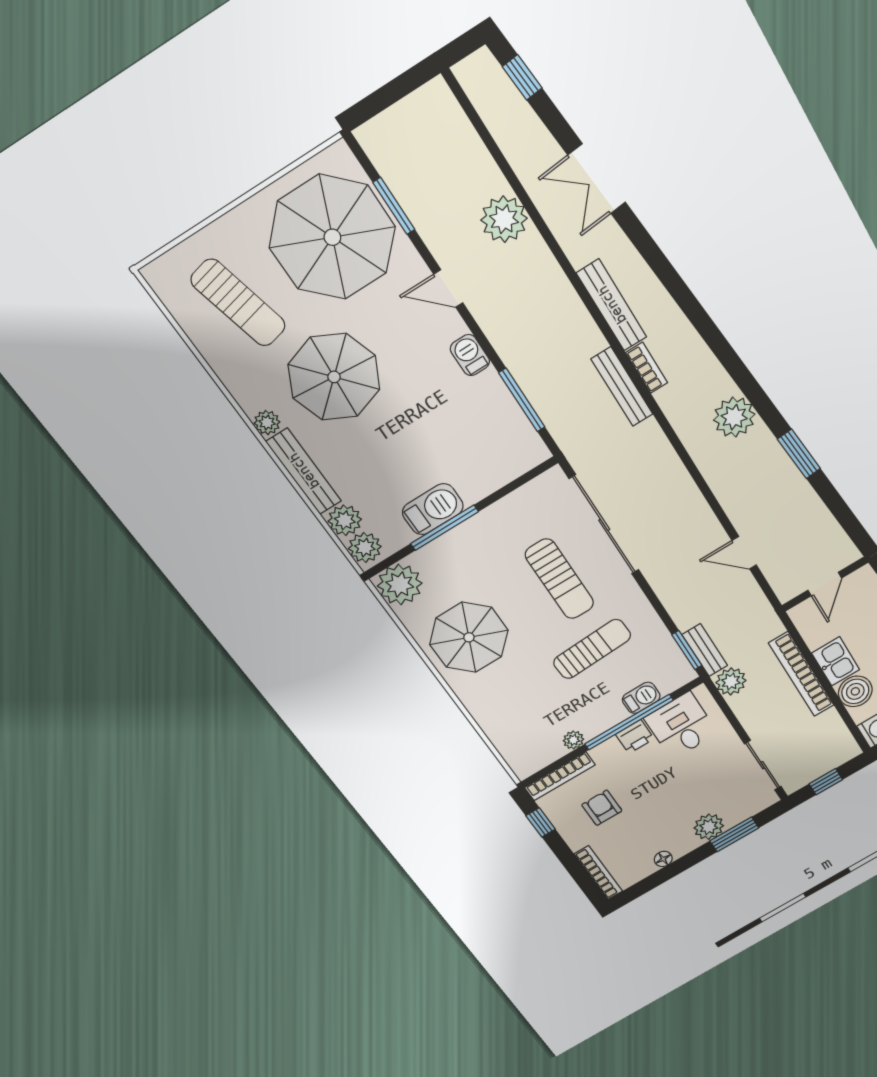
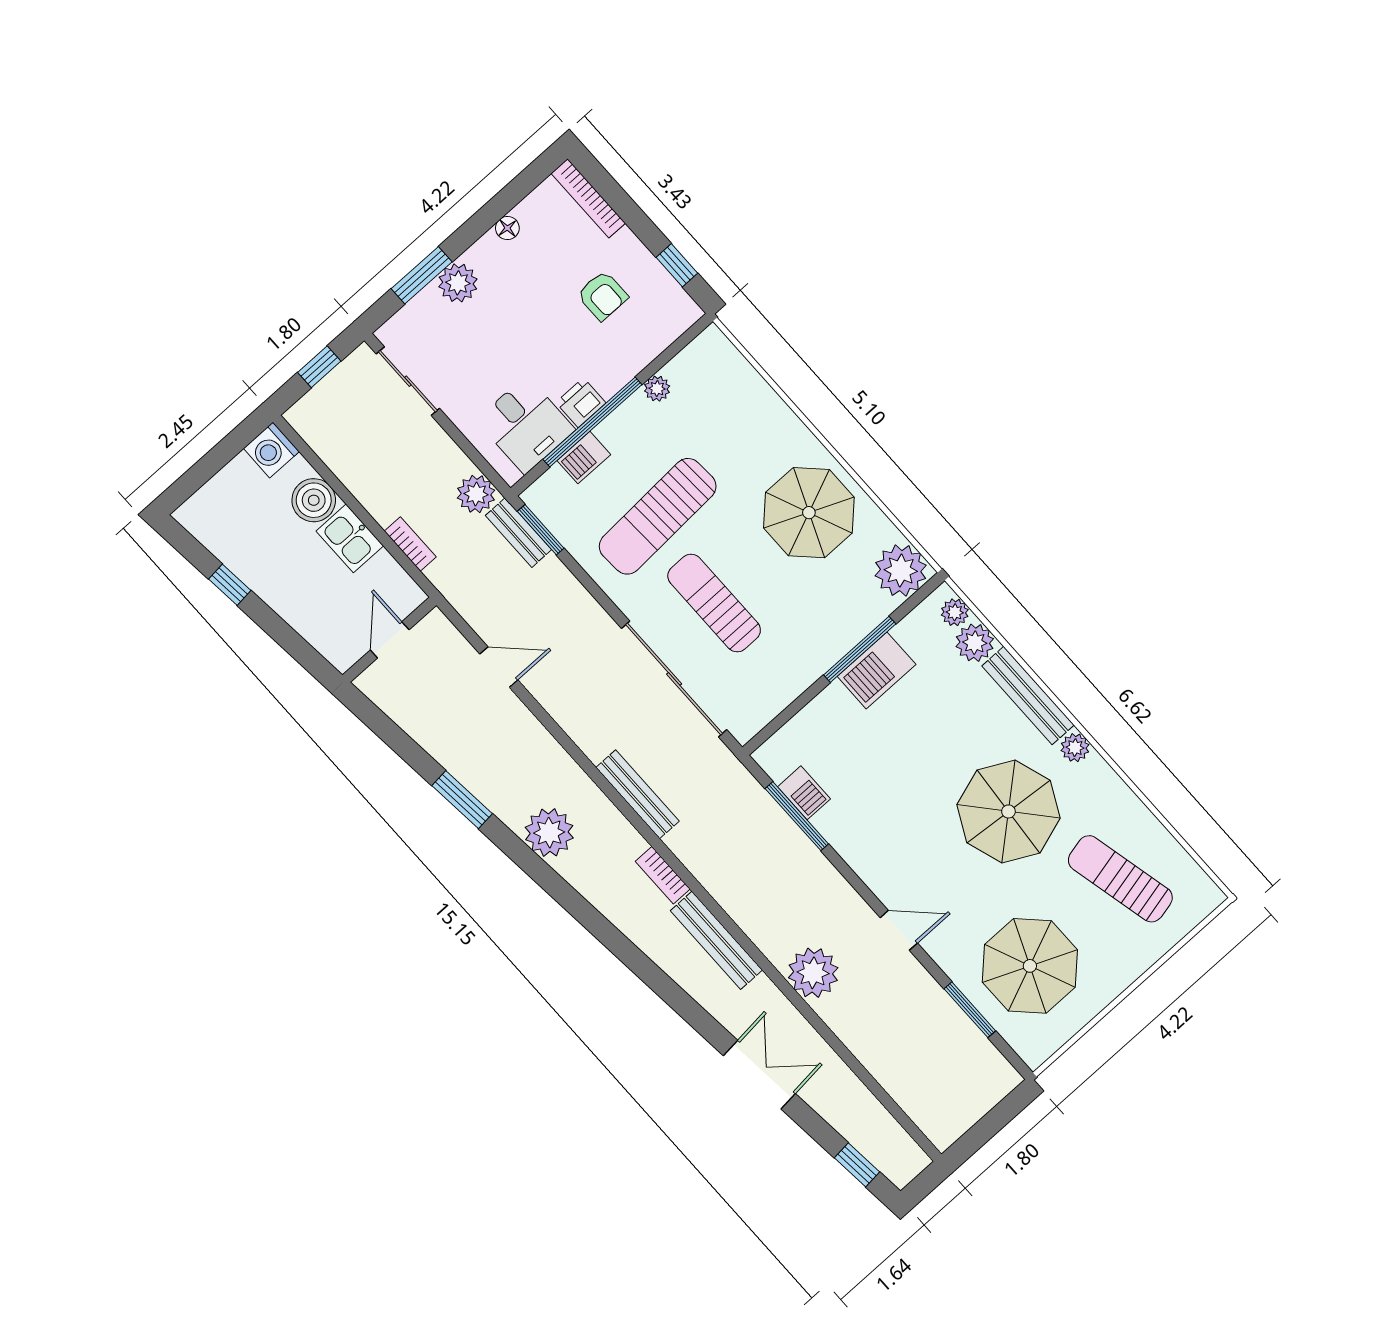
plant: (504, 219) -> (813, 973), moved
parasol: (332, 237) -> (1030, 966), width x0.73, depth x0.73
barbecue: (470, 355) -> (804, 793), moved
bench: (622, 387) -> (637, 794), moved
plant: (365, 548) -> (955, 612), width x0.73, depth x0.73
sun lounger: (592, 649) -> (658, 516), width x1.36, depth x1.34
bookcase: (801, 674) -> (410, 544), width x0.43, depth x0.76
bookcase: (560, 776) -> (664, 335), removed

